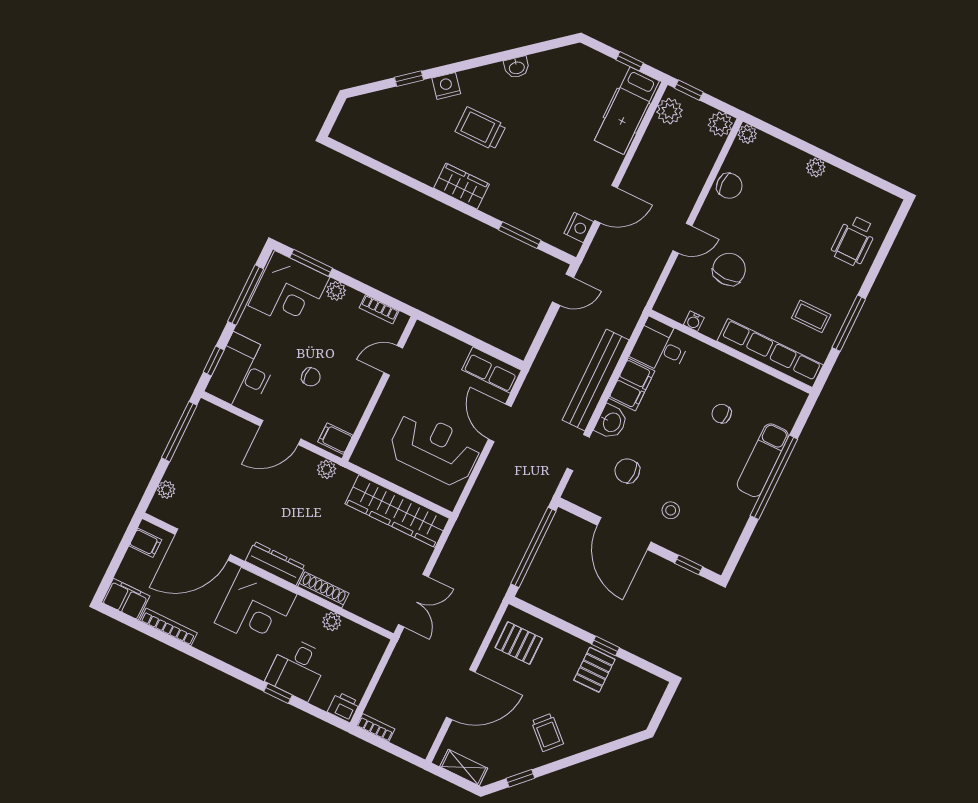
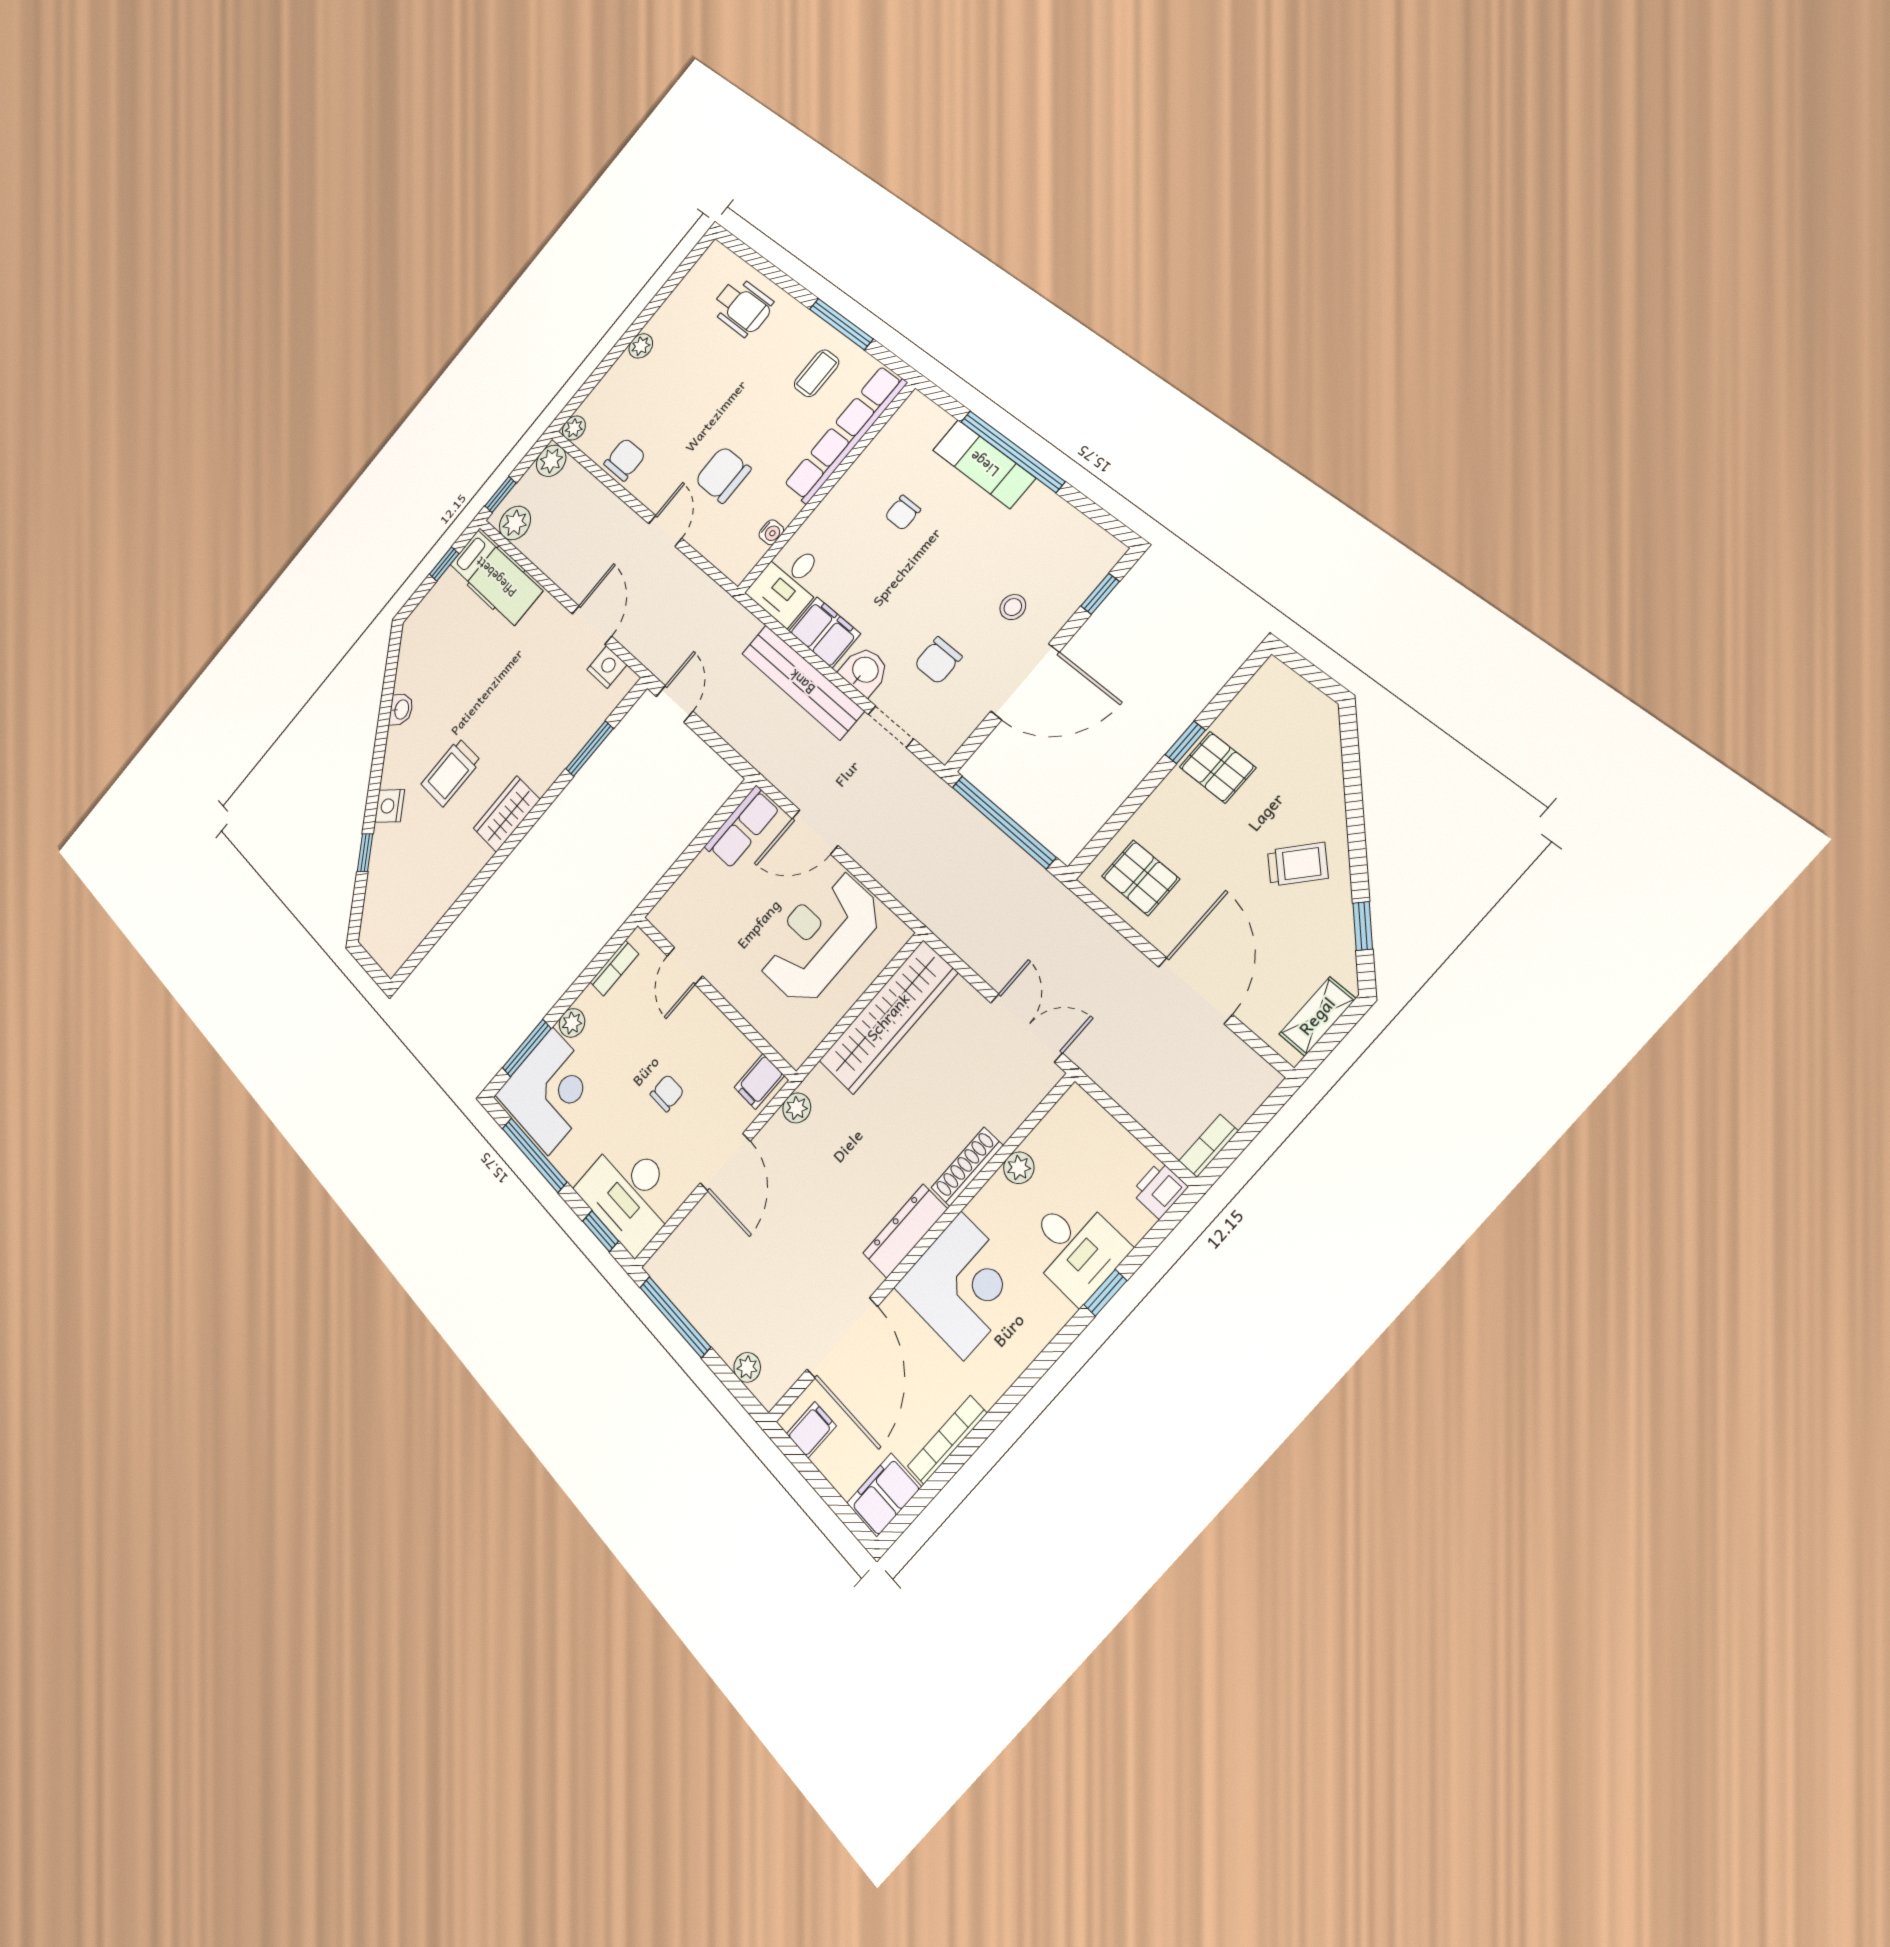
pallet: (519, 643) -> (1141, 878), turned 90

